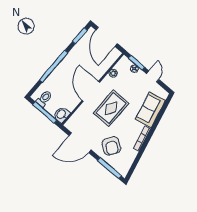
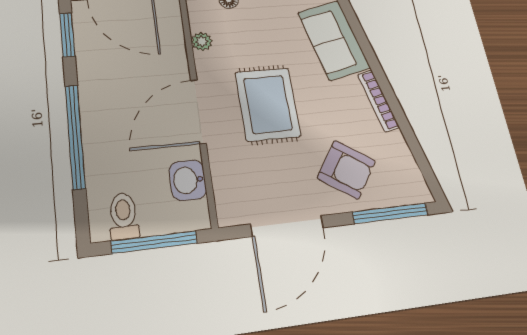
door: (91, 91) -> (198, 111), hinge flipped
washbasin: (61, 114) -> (188, 180), moved

